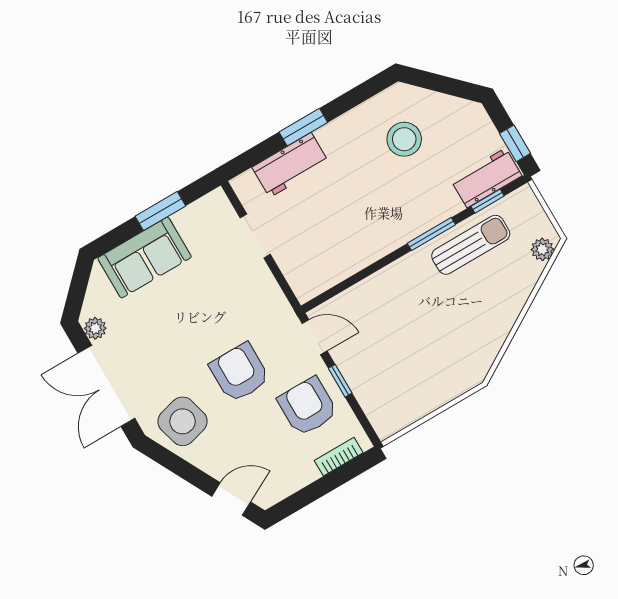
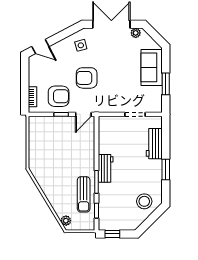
window: (303, 127) -> (166, 169), moved
stool: (404, 139) -> (144, 201), moved
workbench: (486, 178) -> (106, 168), moved
armchair: (240, 373) -> (87, 78), turned 180
side table: (183, 421) -> (81, 45), width x0.54, depth x0.54
door: (231, 499) -> (40, 47), hinge flipped

